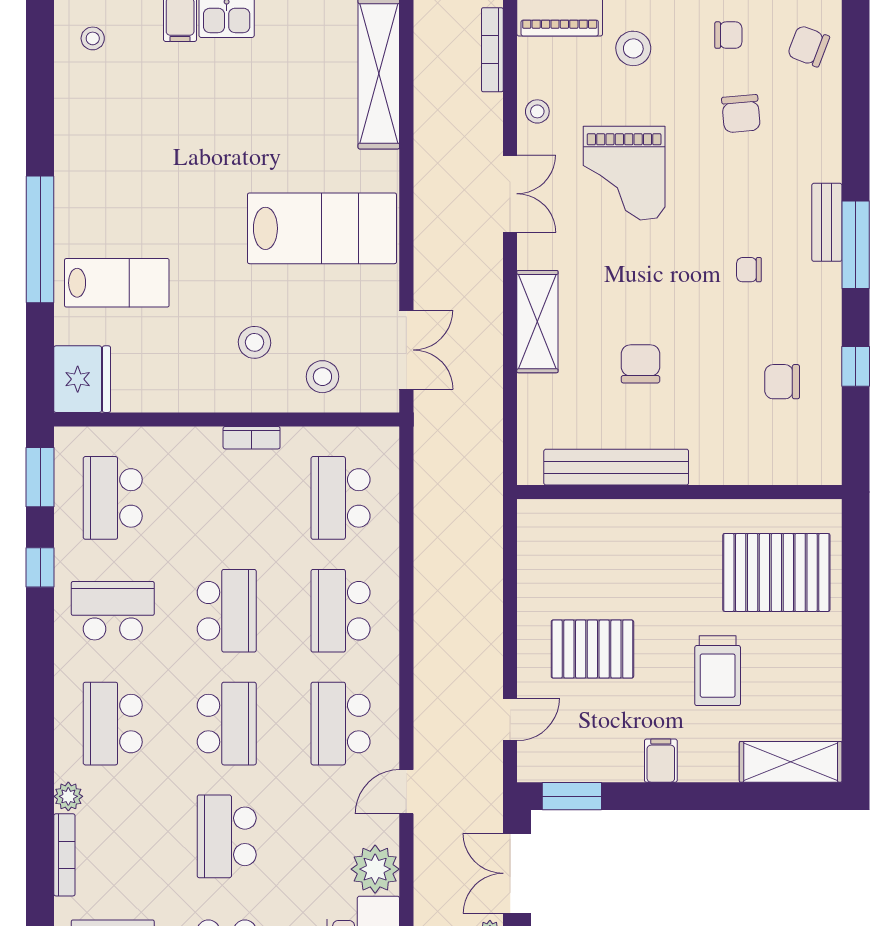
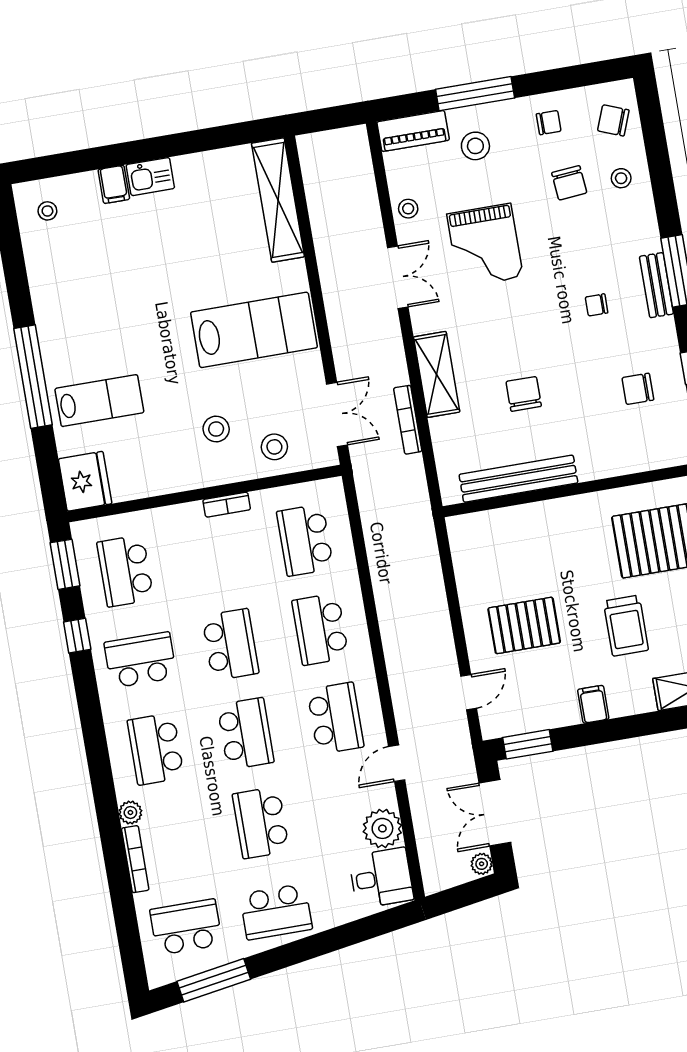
bookcase: (492, 50) -> (408, 420), moved
stool: (806, 119) -> (621, 178), added
bench: (827, 222) -> (656, 285), moved
school desk: (341, 724) -> (335, 718), turned 180

